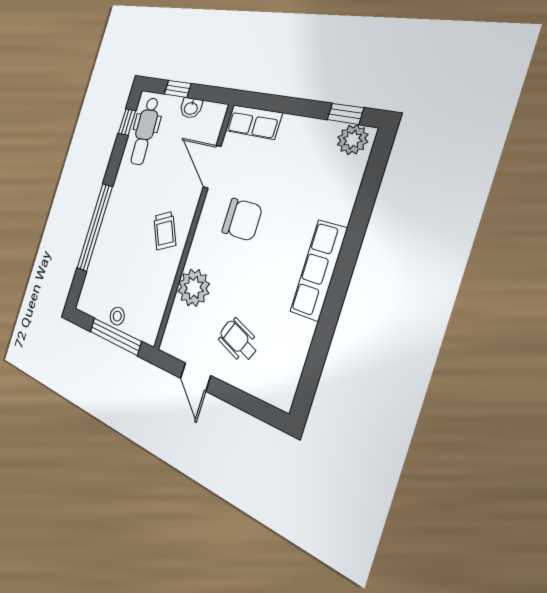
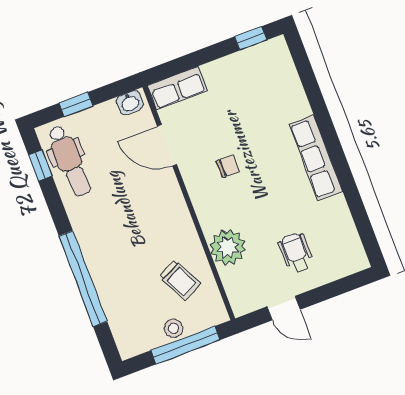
washbasin: (191, 108) -> (130, 103), moved
plant: (353, 140) -> (270, 53), removed
chair: (242, 219) -> (228, 166), width x0.54, depth x0.54
trolley: (165, 231) -> (180, 280), moved
wheelchair: (238, 340) -> (296, 253), turned 68

